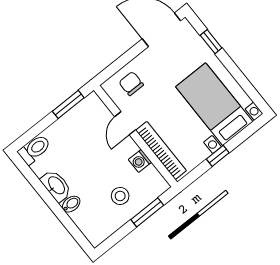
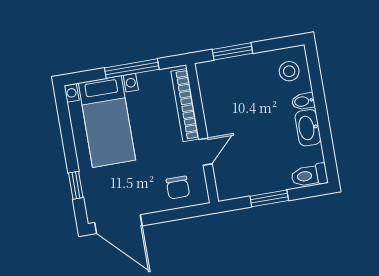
window: (68, 104) -> (269, 198), moved
window: (218, 156) -> (132, 69), width x2.17
washing machine: (140, 161) -> (211, 106), removed
stool: (120, 196) -> (289, 71), moved

